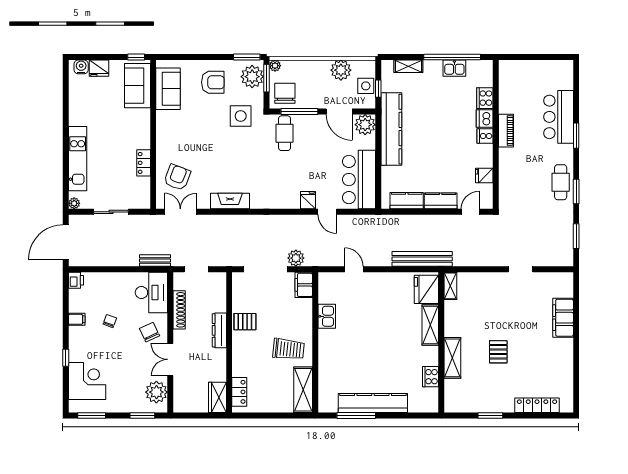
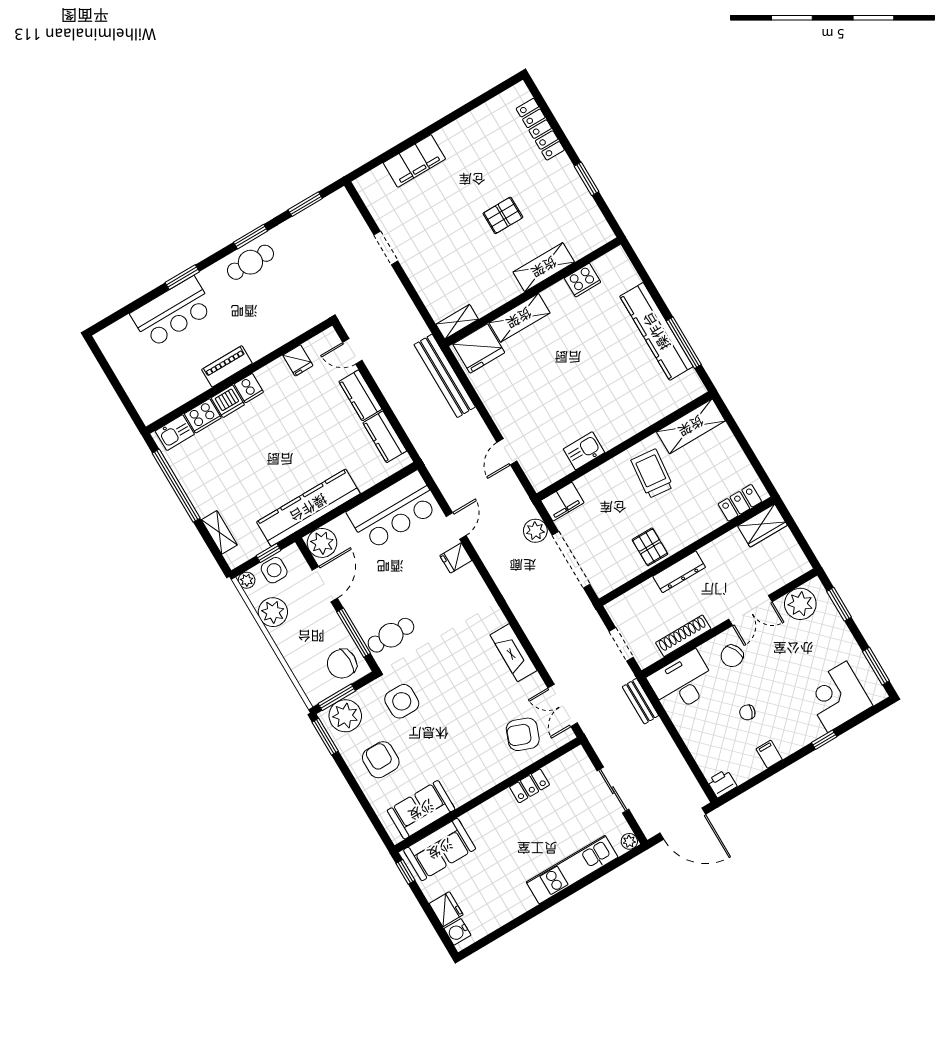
plant: (275, 66) -> (247, 580), moved
kitchen sink: (454, 68) -> (175, 433), moved, turned 90

